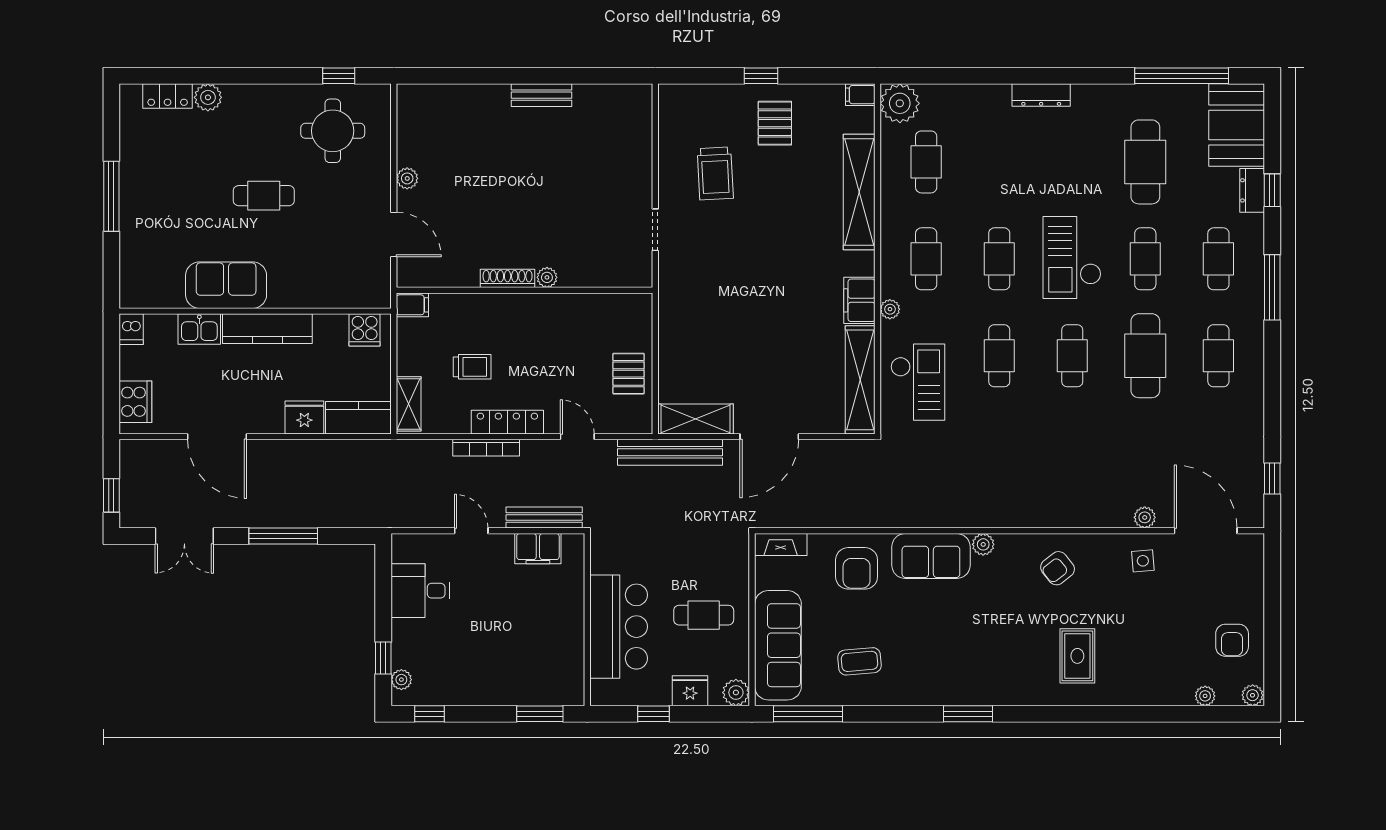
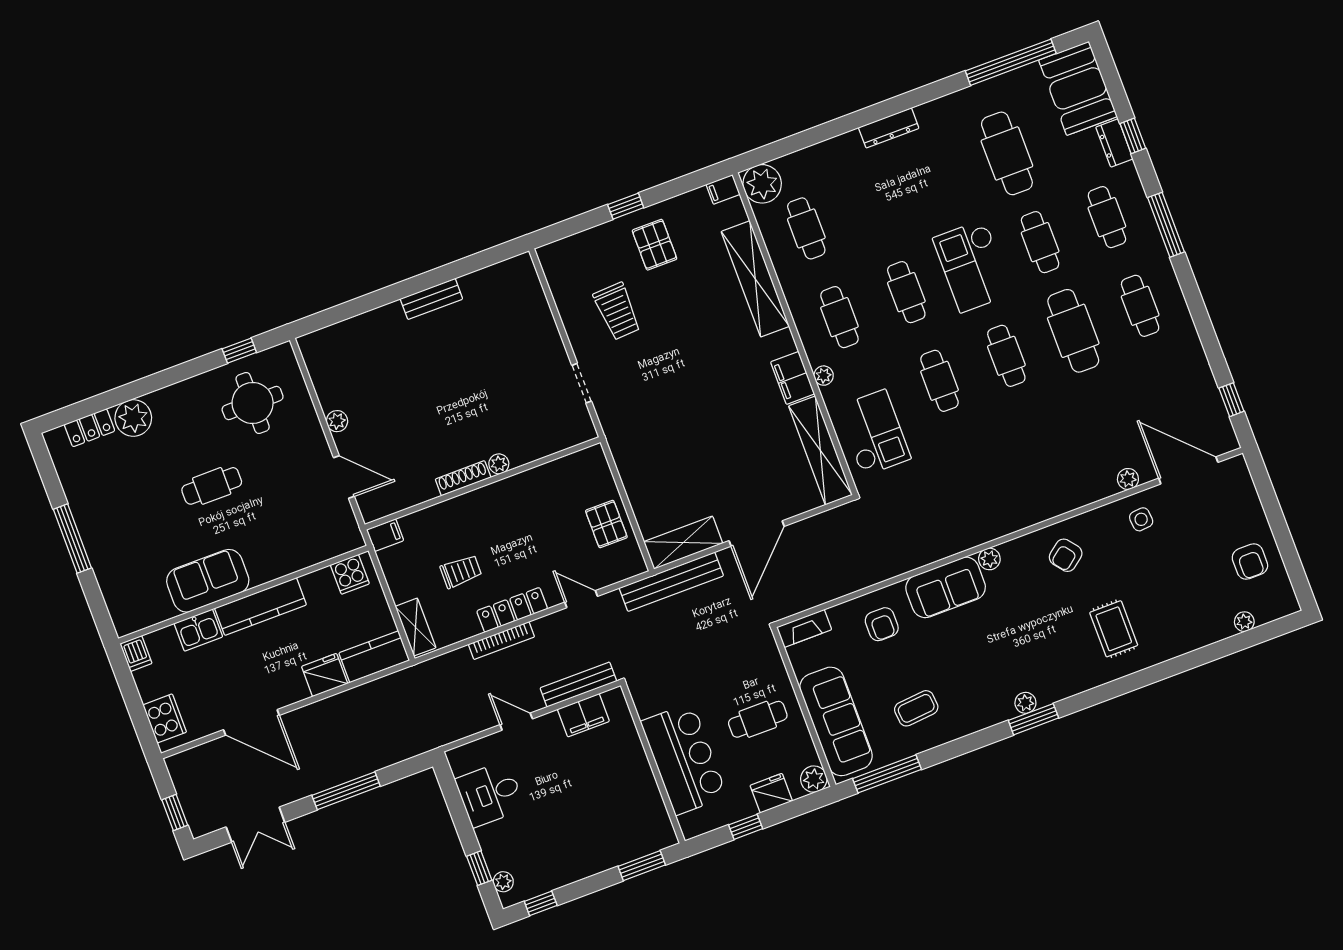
plant: (208, 97) -> (133, 418), width x1.36, depth x1.36
armchair: (857, 568) -> (882, 624), width x0.72, depth x0.72
plant: (1253, 695) -> (1025, 703), moved

